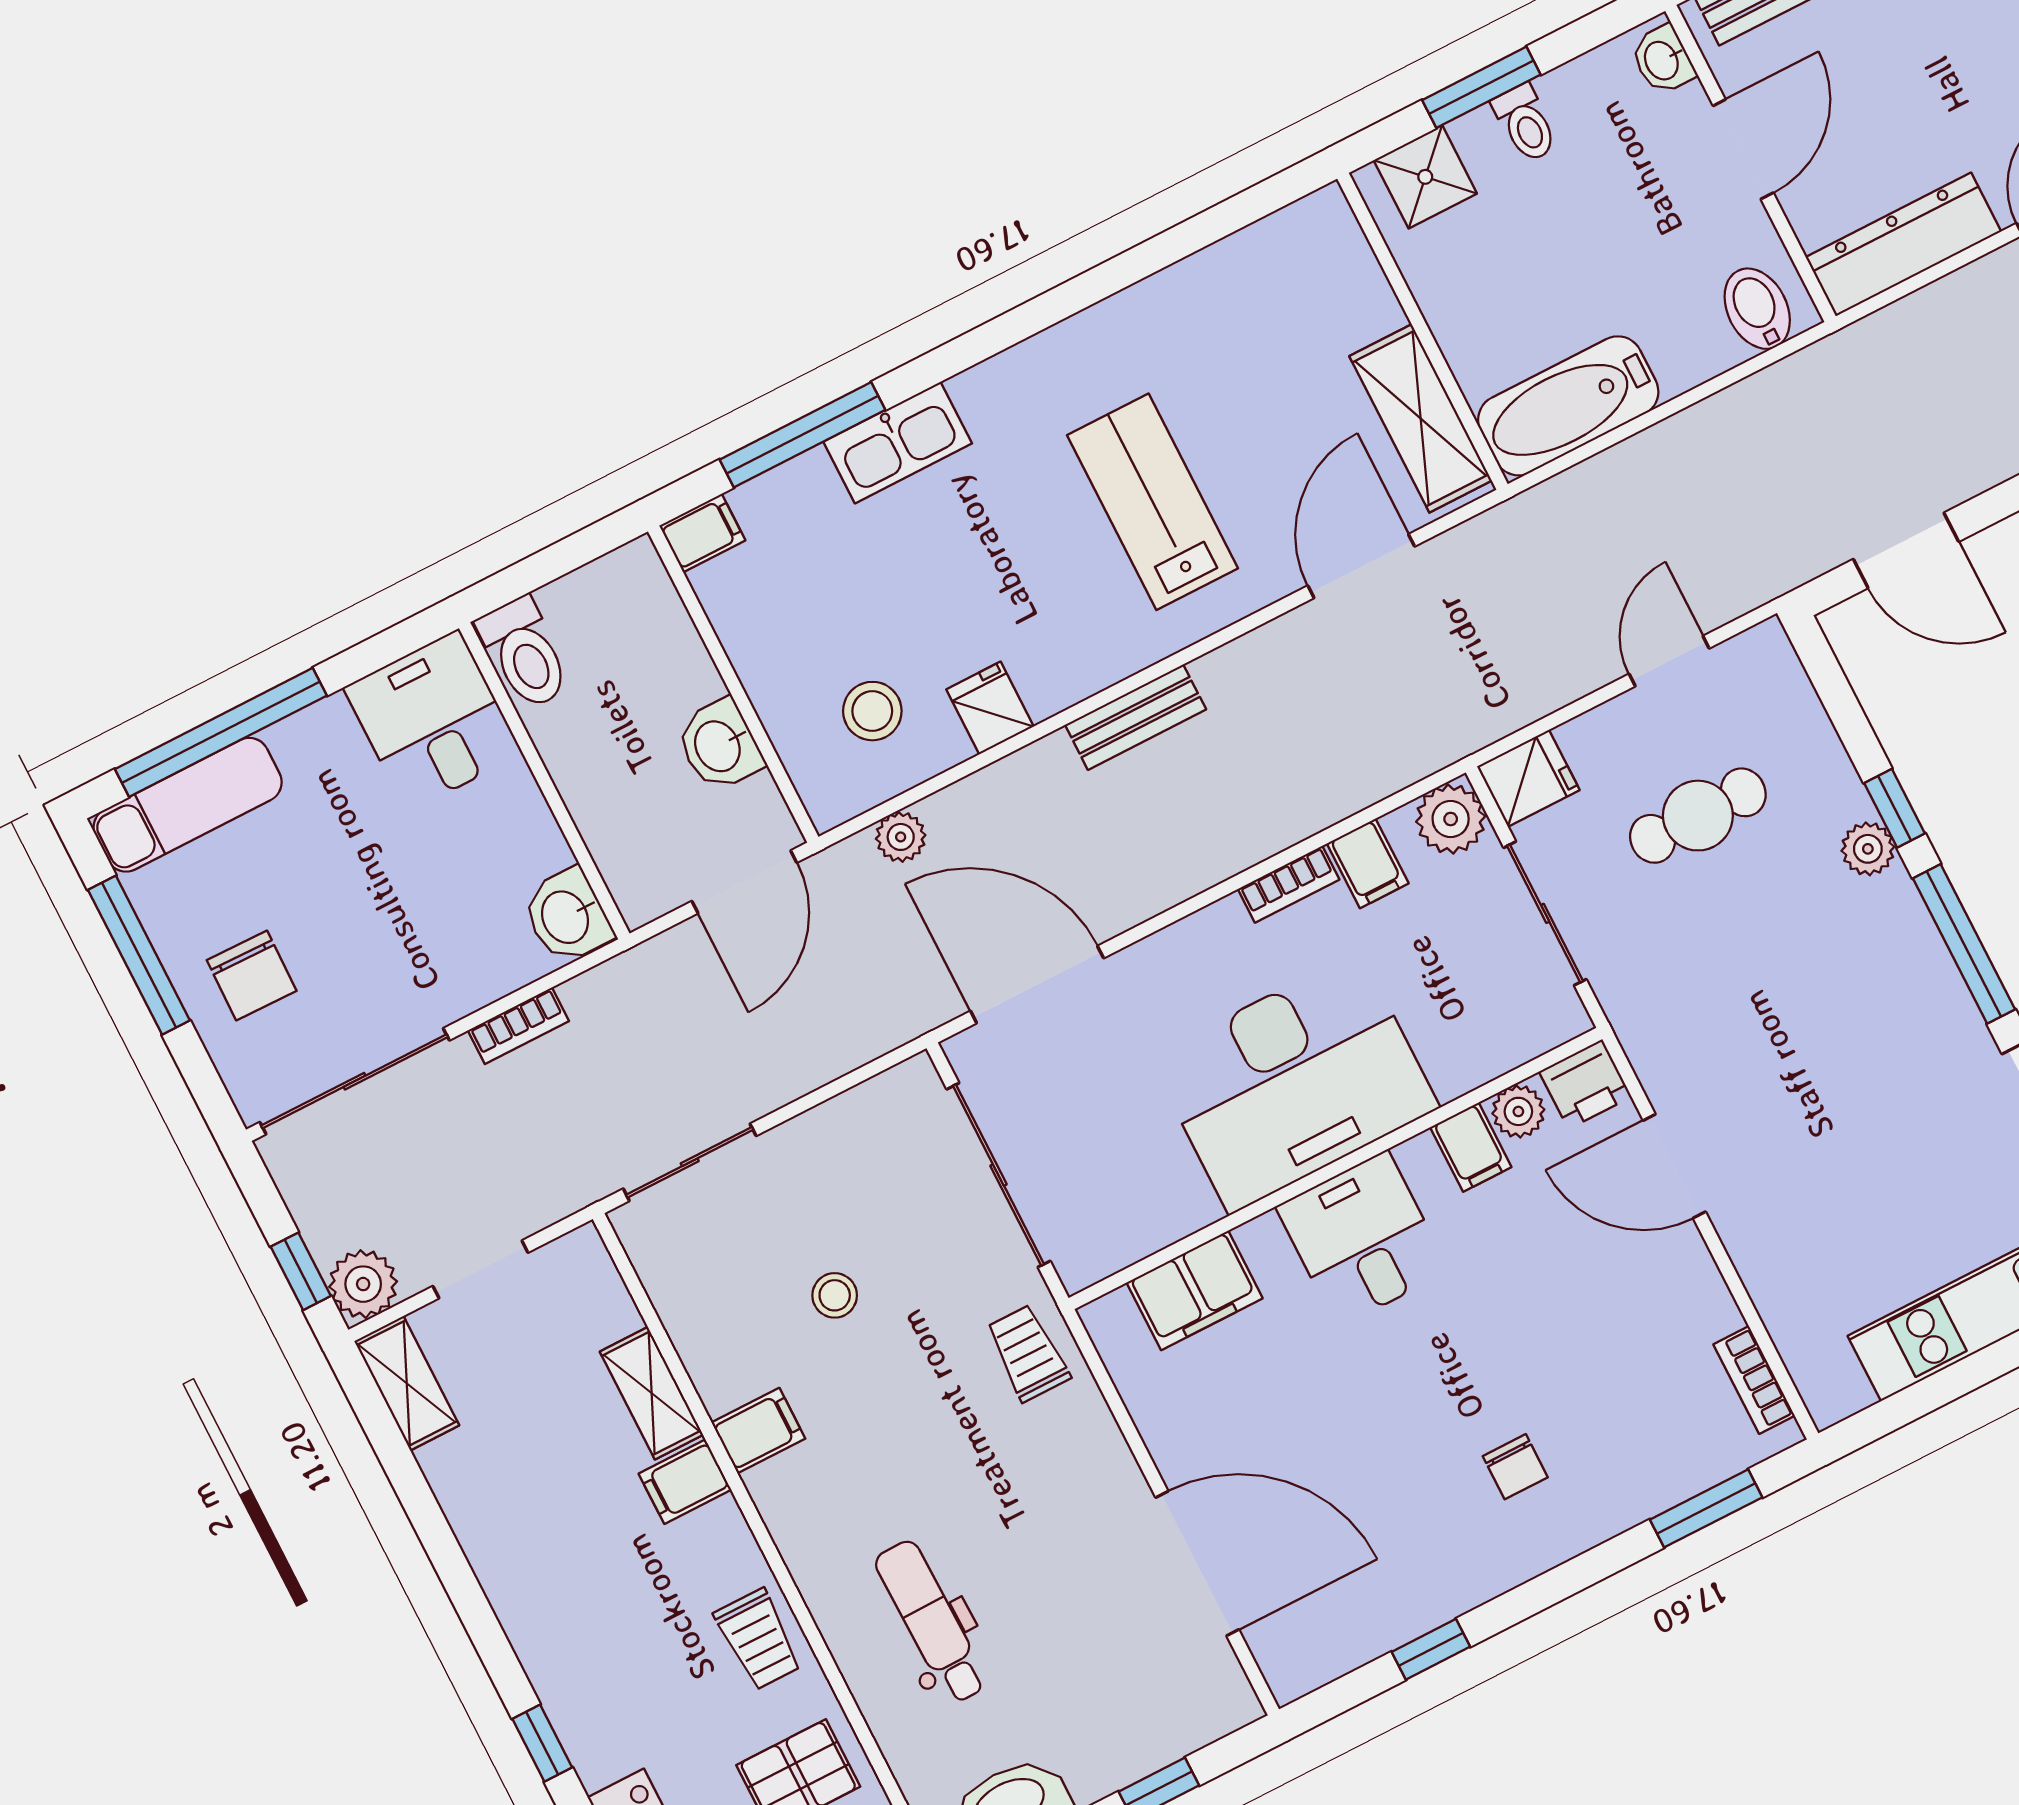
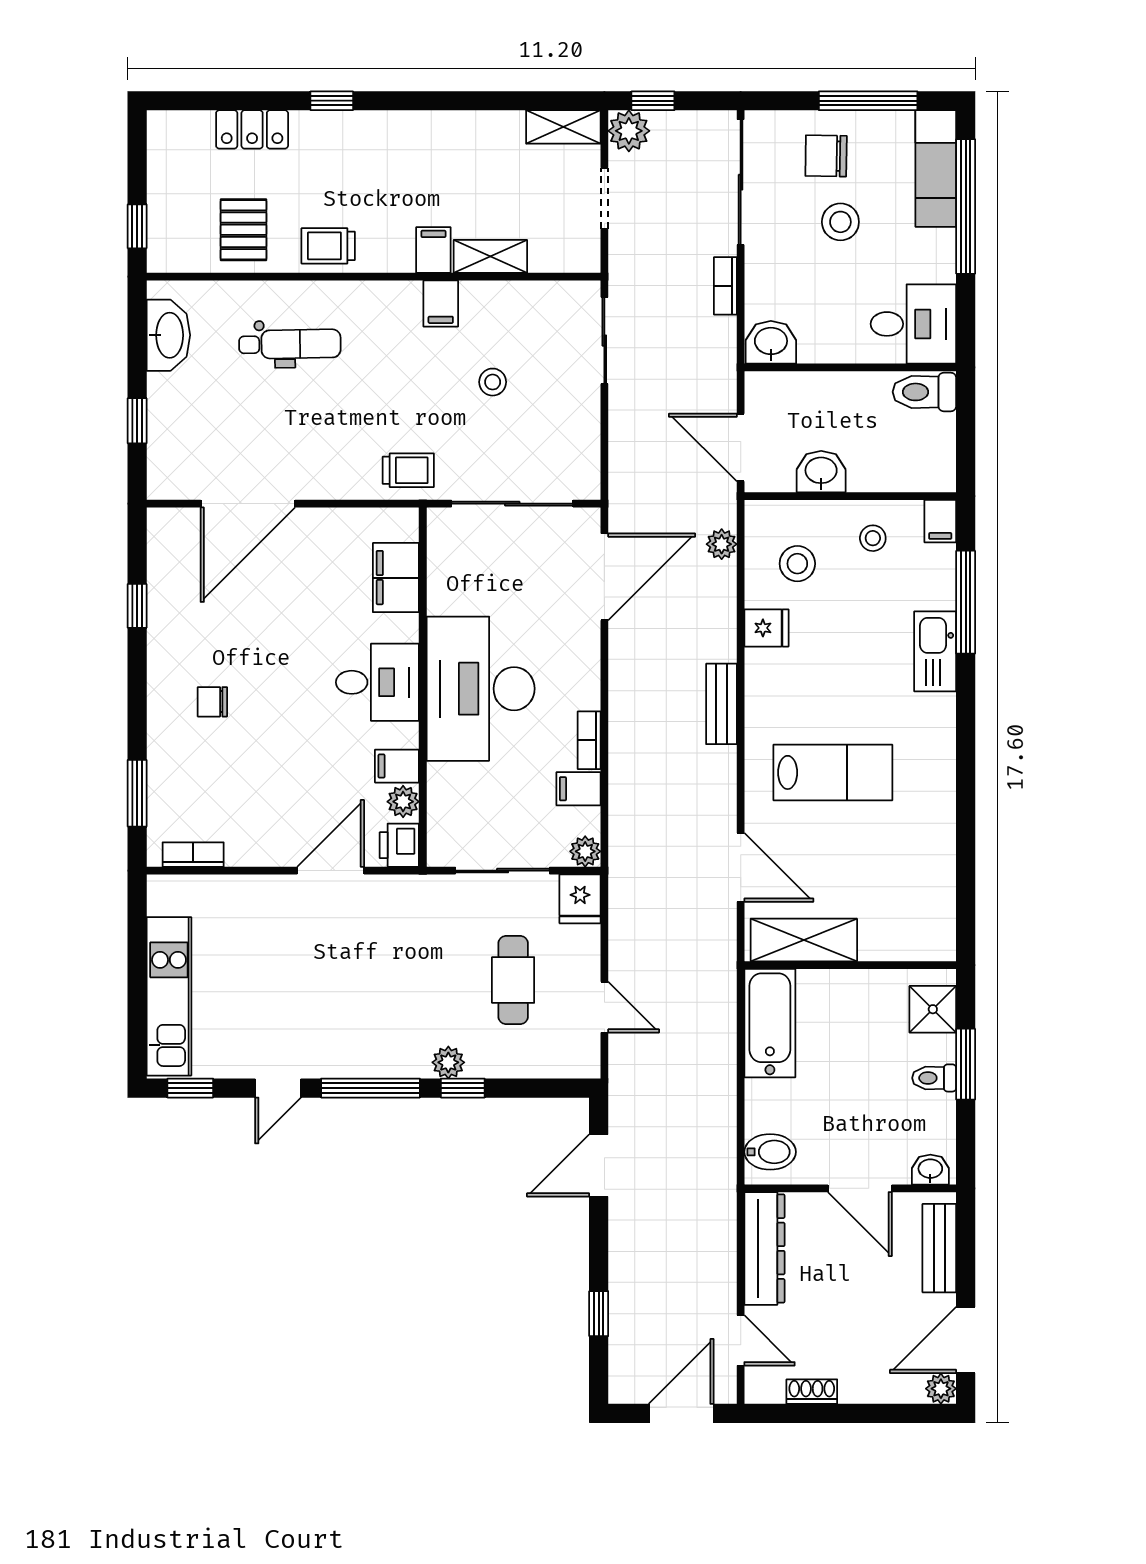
stool: (778, 619) -> (873, 538), added
plant: (1451, 819) -> (585, 851), width x0.73, depth x0.73
stool: (338, 905) -> (840, 222), added

